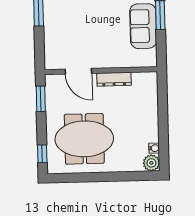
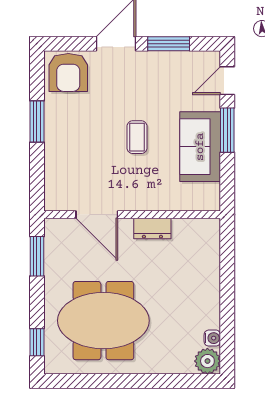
coffee table: (103, 21) -> (137, 137), added
dresser: (114, 79) -> (152, 228), width x0.70

